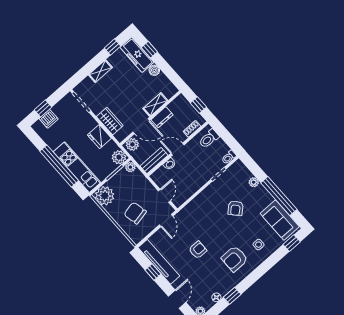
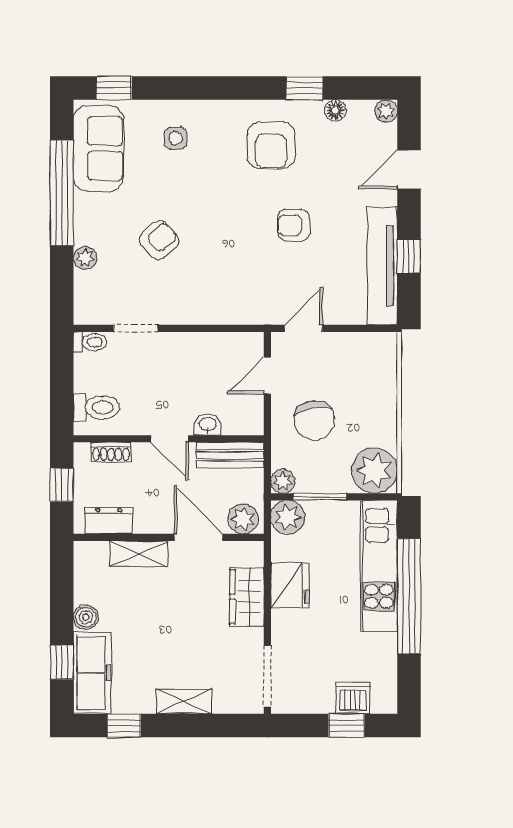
dresser: (162, 117) -> (109, 520), moved
chair: (135, 213) -> (314, 420), moved
armchair: (235, 259) -> (271, 145), moved, turned 90

